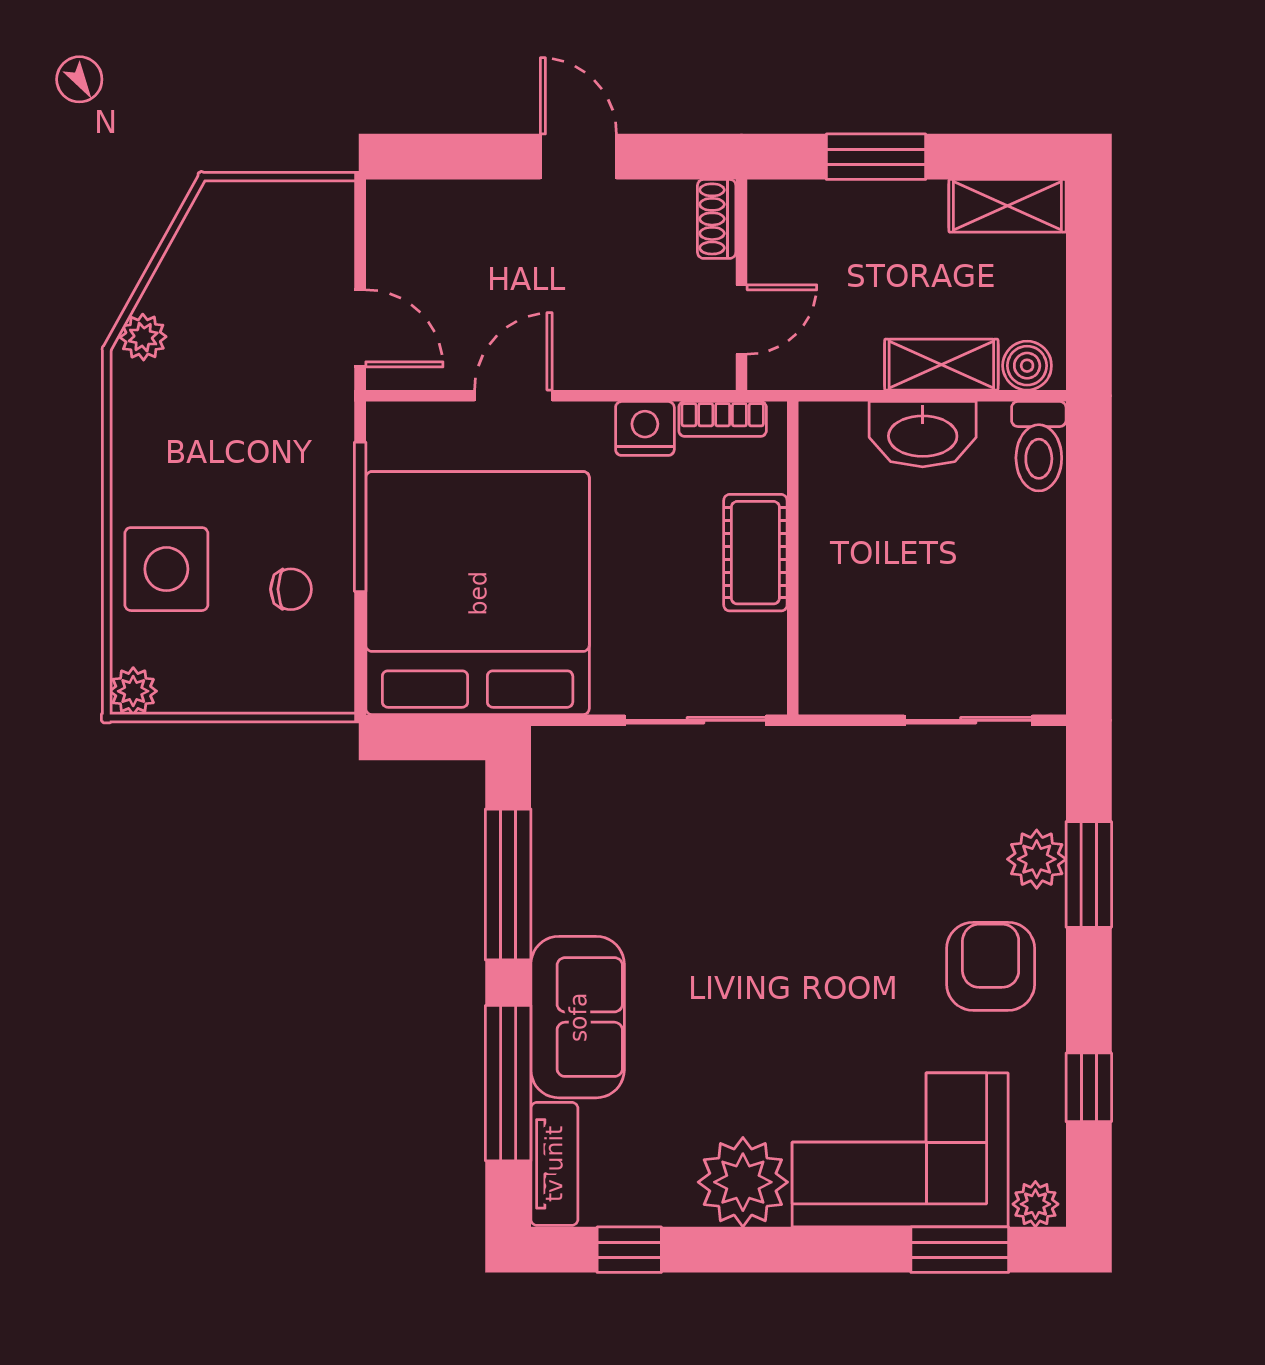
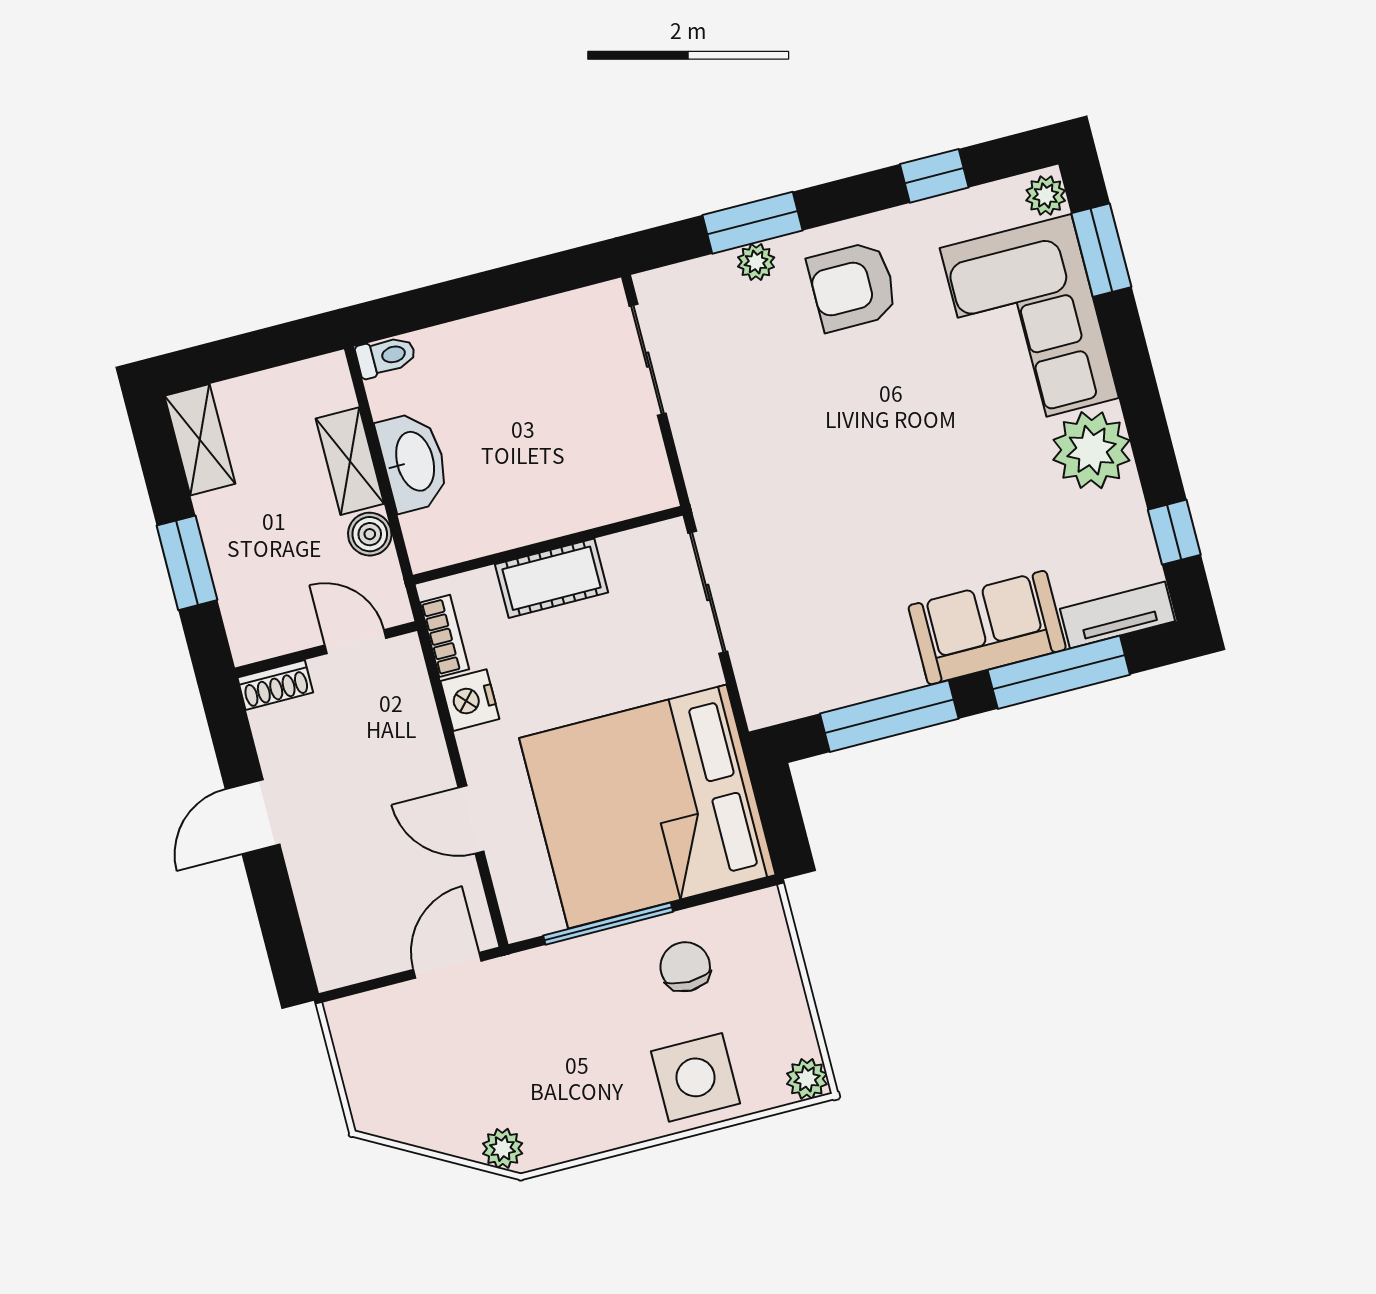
boiler: (1027, 366) -> (370, 534), moved
toilet: (1039, 446) -> (386, 356), width x0.73, depth x0.72
chair: (291, 589) -> (685, 967), width x1.37, depth x1.37
plant: (1037, 859) -> (756, 262), width x0.73, depth x0.73

